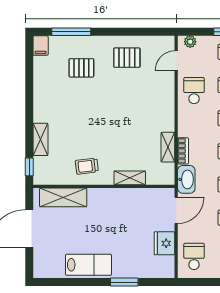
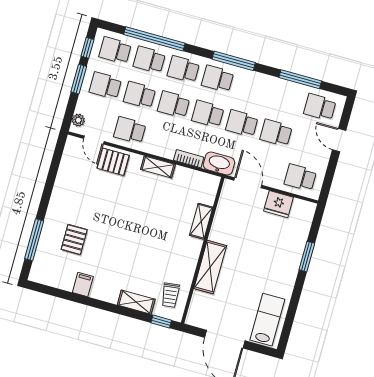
filing cabinet: (41, 46) -> (83, 284), moved, turned -90
pallet: (127, 58) -> (113, 162), moved, turned 90
shelving: (168, 147) -> (158, 167), moved
trolley: (87, 166) -> (170, 295), moved
shelving: (63, 197) -> (210, 267), moved
lab bench: (89, 265) -> (267, 320), moved

